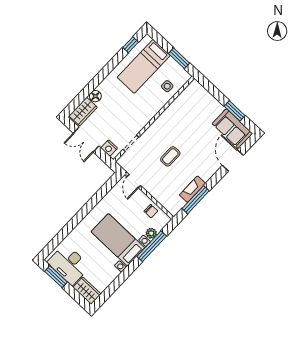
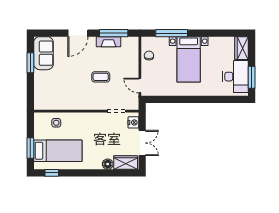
window: (179, 58) -> (30, 148), moved
door: (233, 160) -> (78, 33), moved
door: (134, 181) -> (140, 86), swing flipped
plant: (151, 233) -> (163, 41), removed

